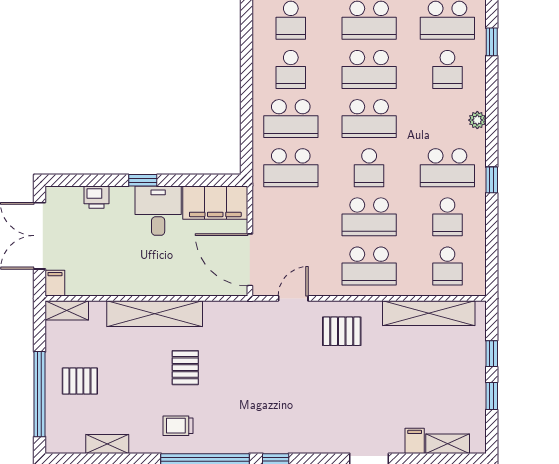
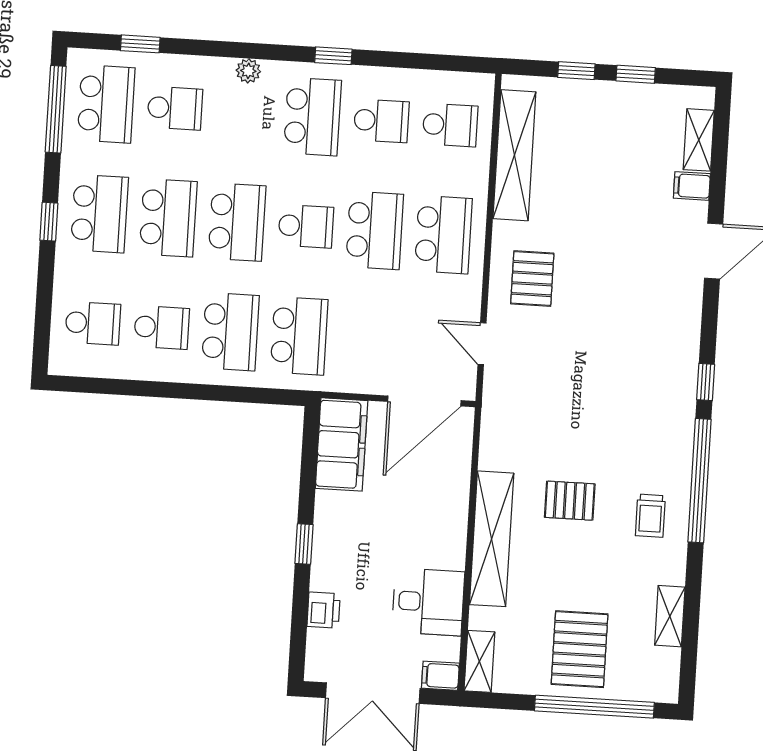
desk: (158, 211) -> (428, 602), moved, turned 180
pallet: (80, 381) -> (580, 649), width x1.50, depth x1.42

